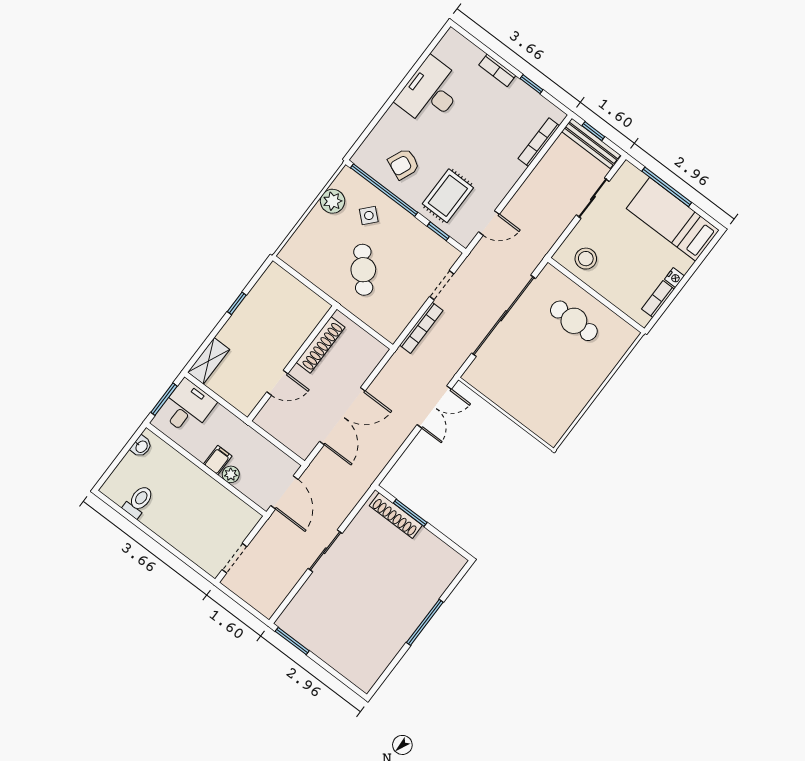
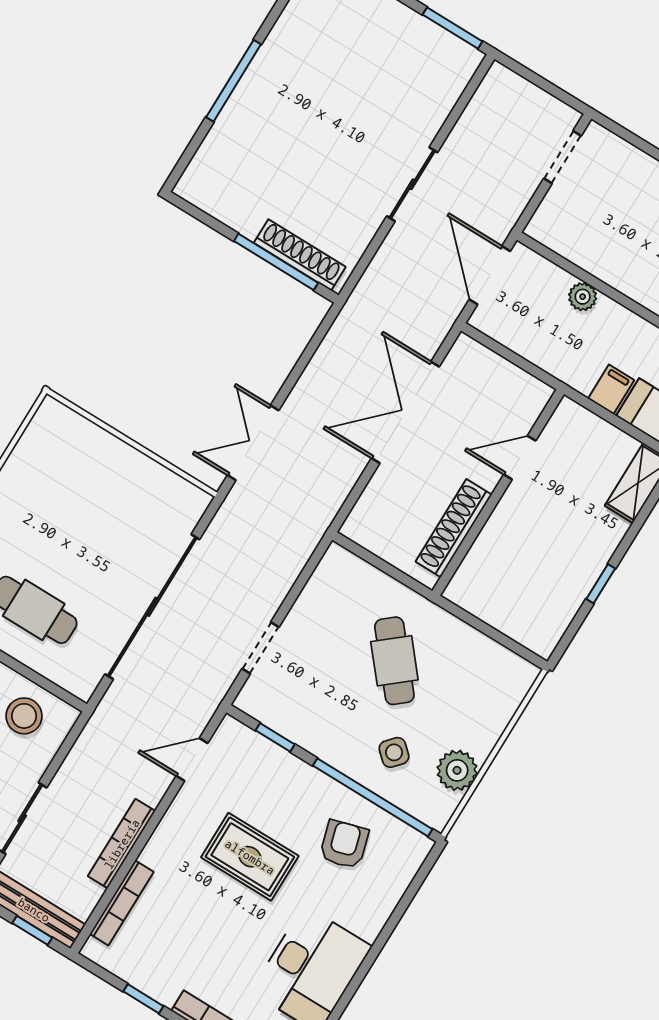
armchair: (404, 164) -> (344, 844), turned -39
rug: (448, 196) -> (250, 857), moved, turned 90
bookcase: (421, 328) -> (122, 844), moved
filing cabinet: (218, 460) -> (611, 389), moved, turned 180
window: (410, 513) -> (276, 262), width x1.44

